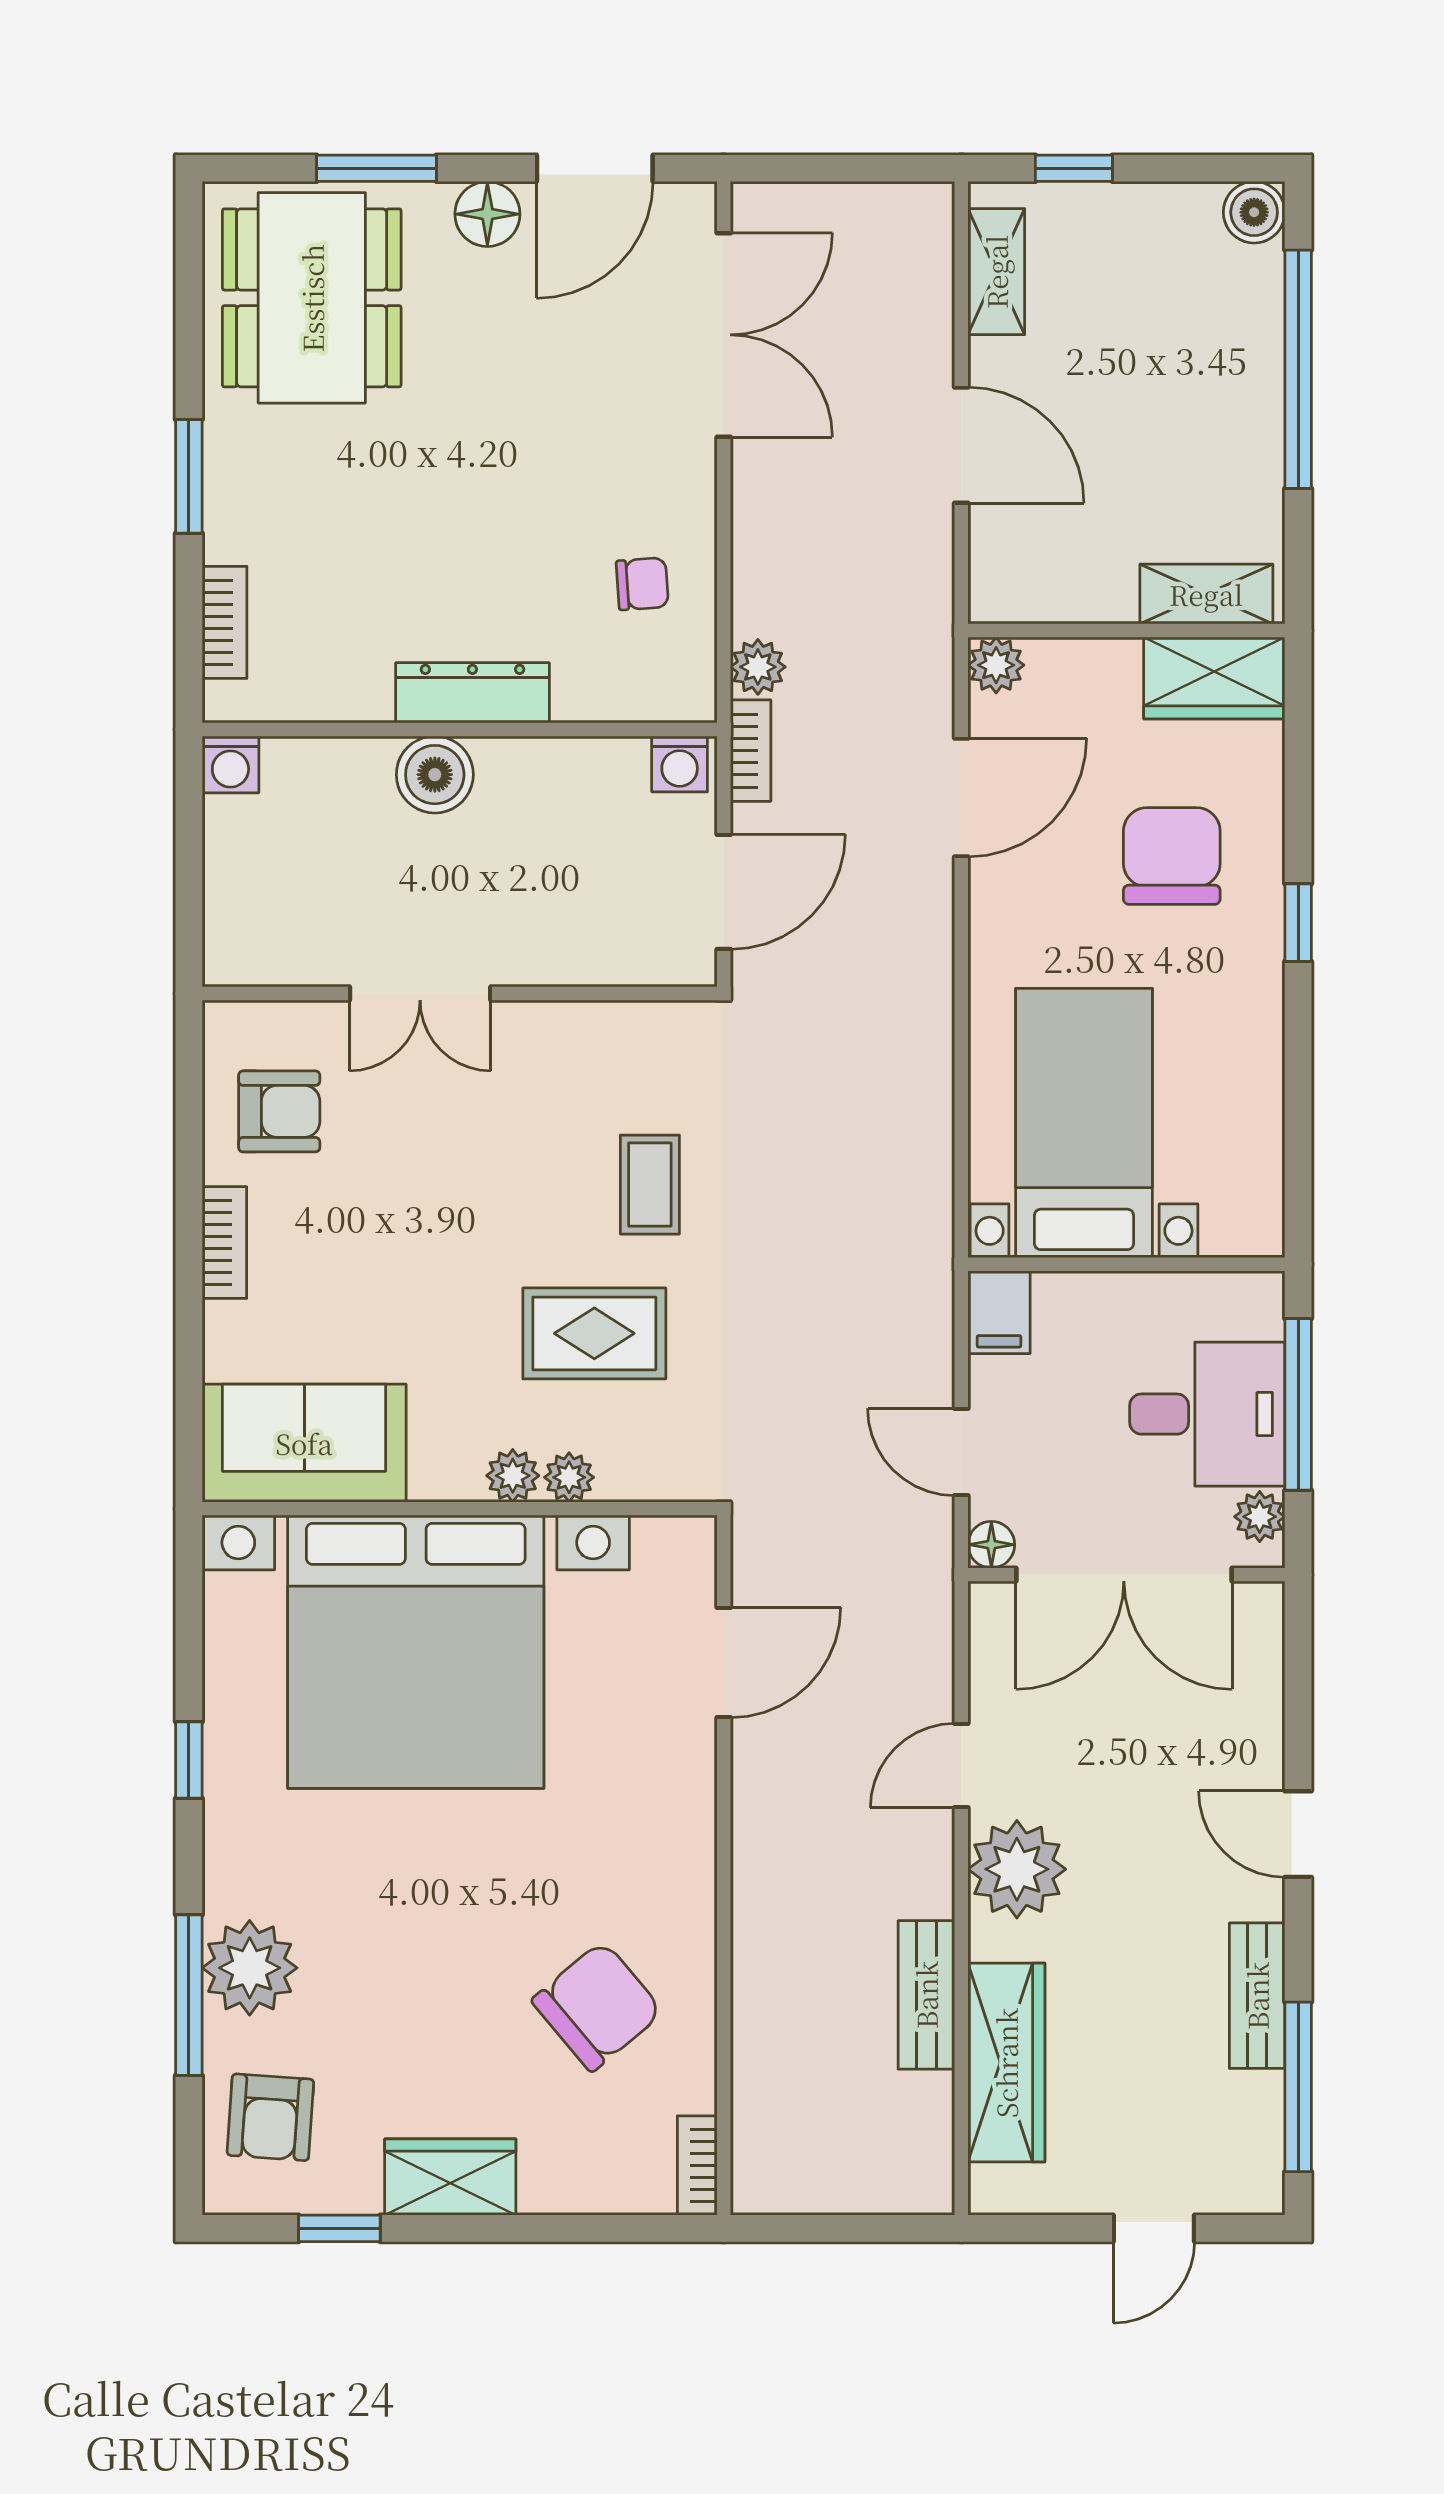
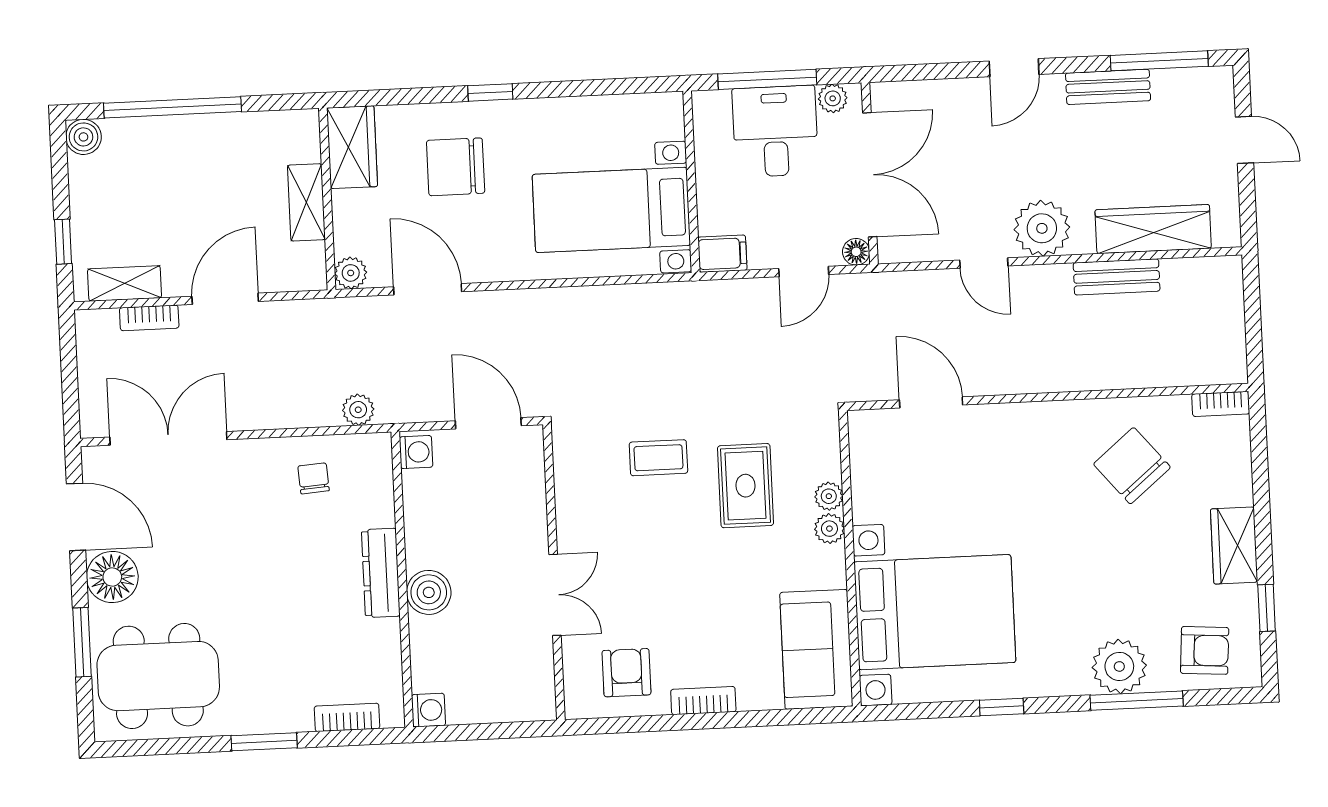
floor lamp: (487, 214) -> (112, 577), width x1.38, depth x1.38
shelving: (1206, 594) -> (306, 202), moved
bookcase: (751, 751) -> (149, 318), moved, turned 180
bed with nightstands: (416, 1652) -> (935, 612), width x0.73

